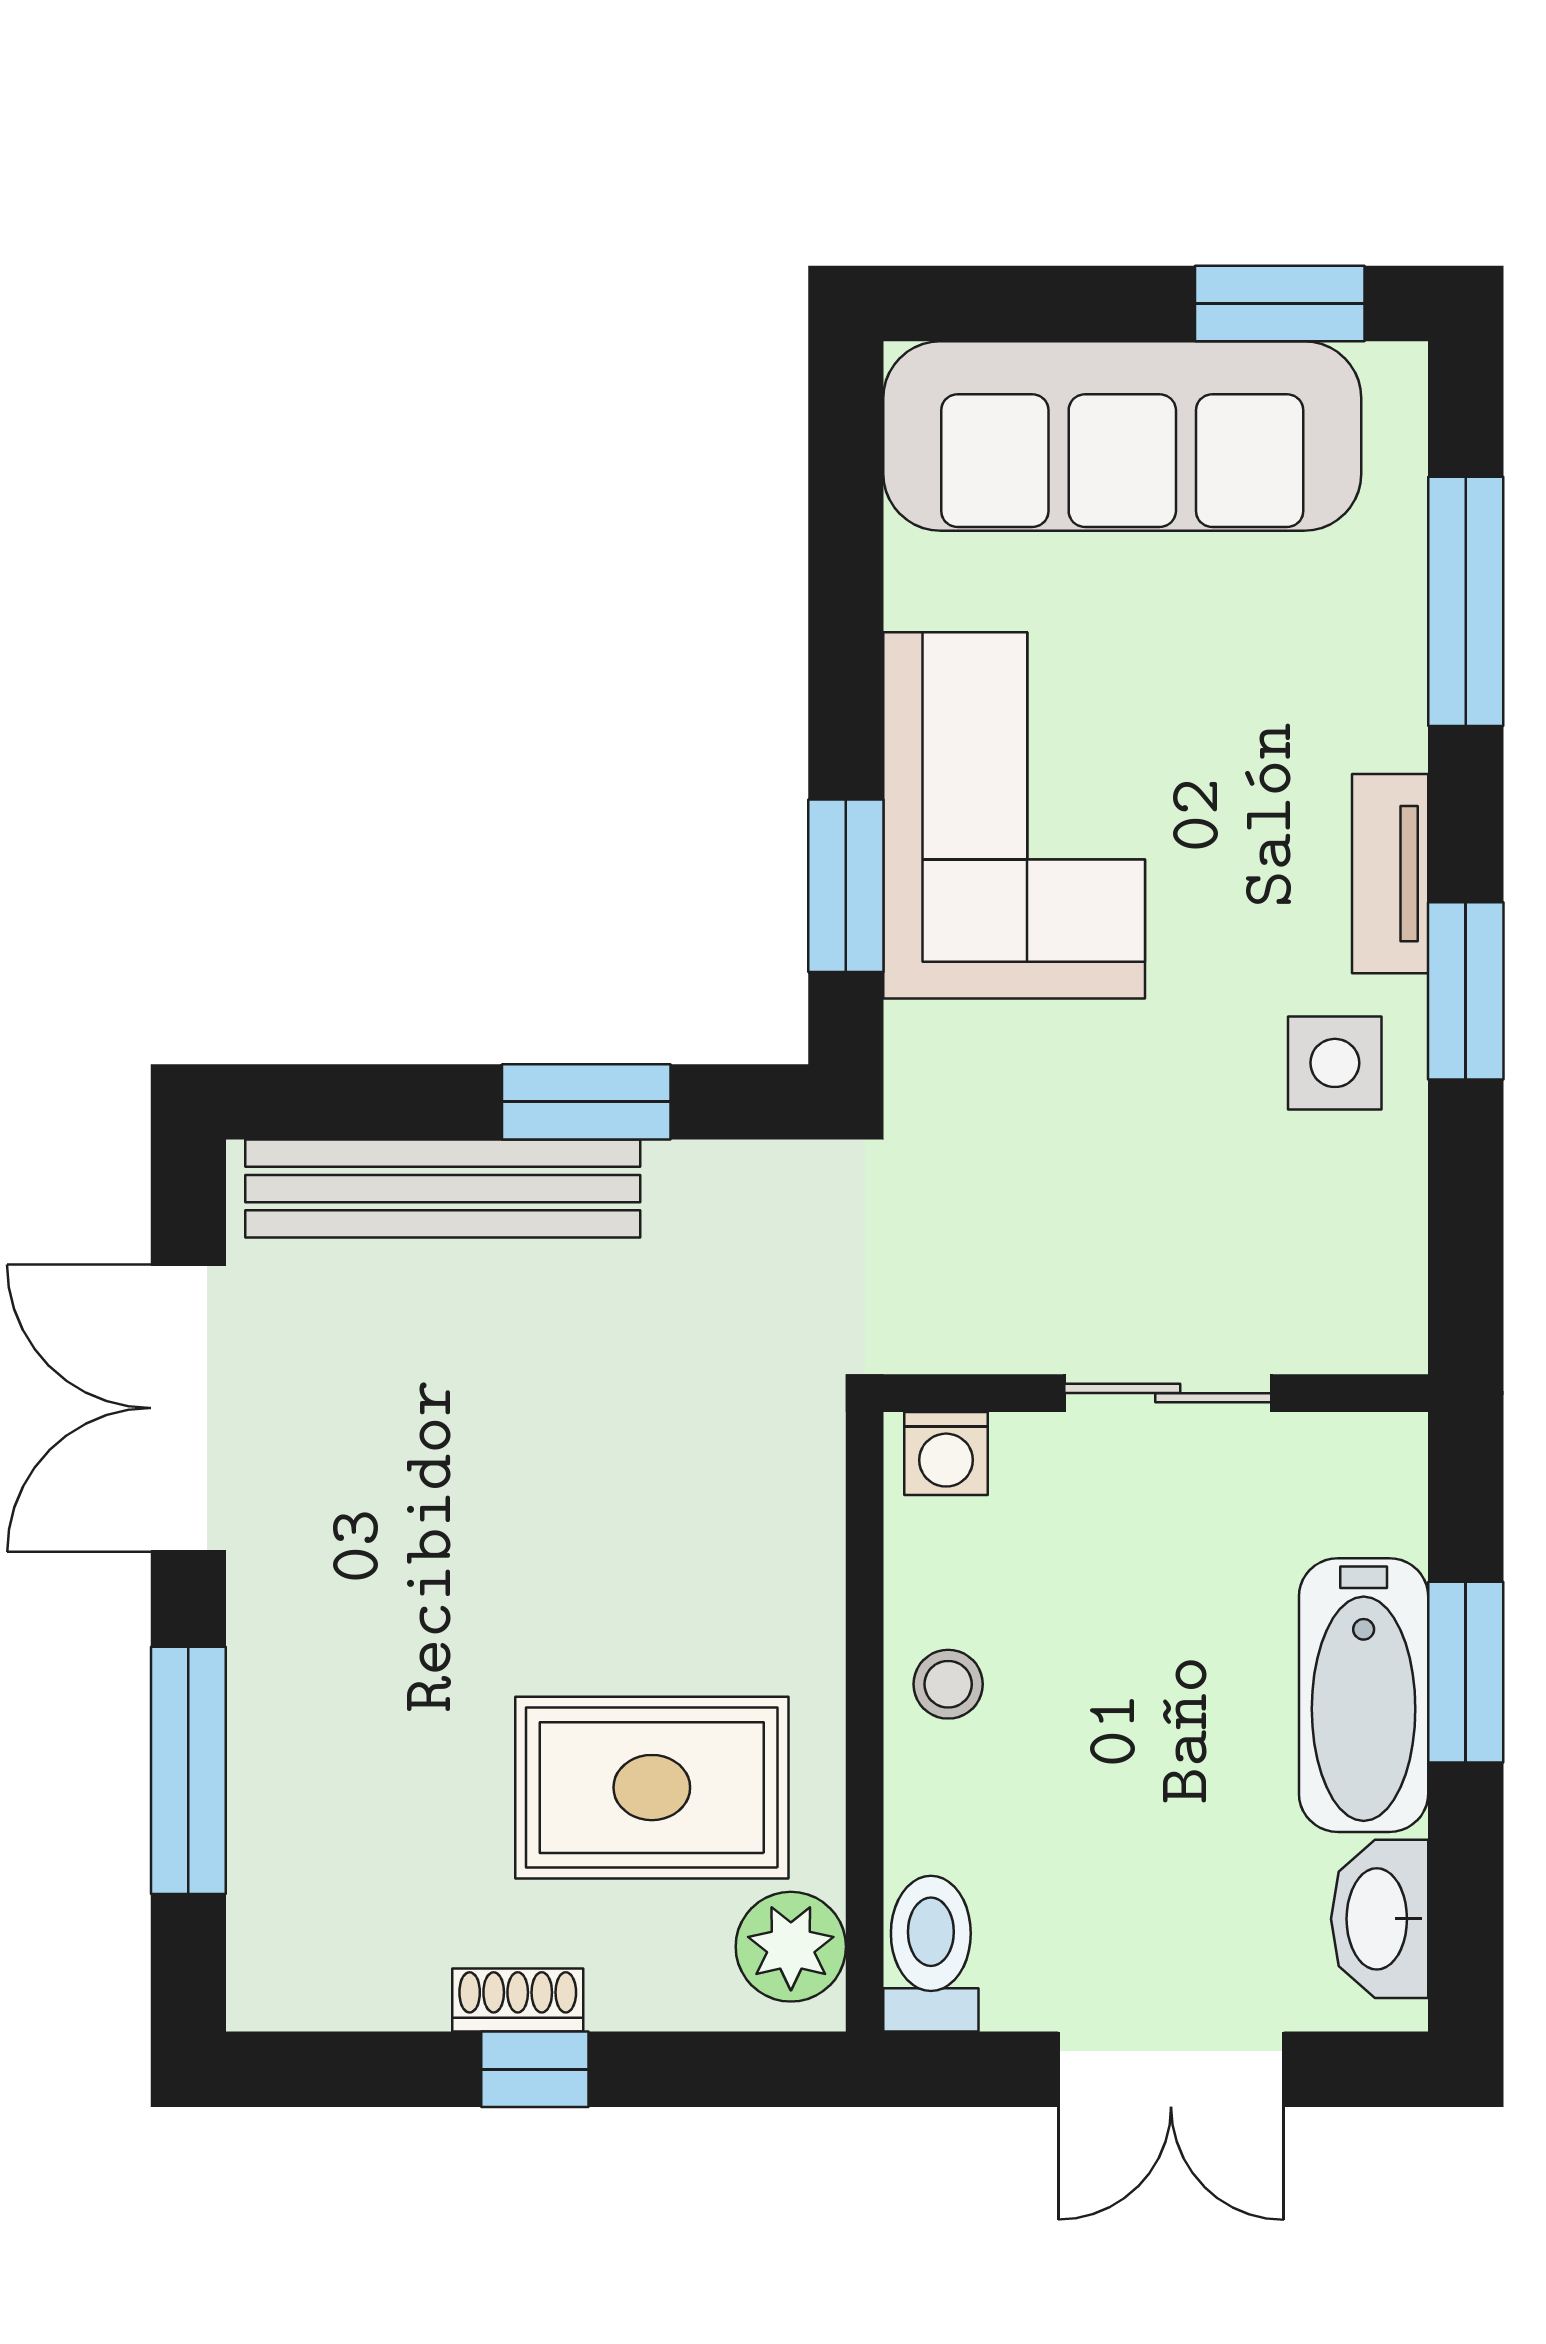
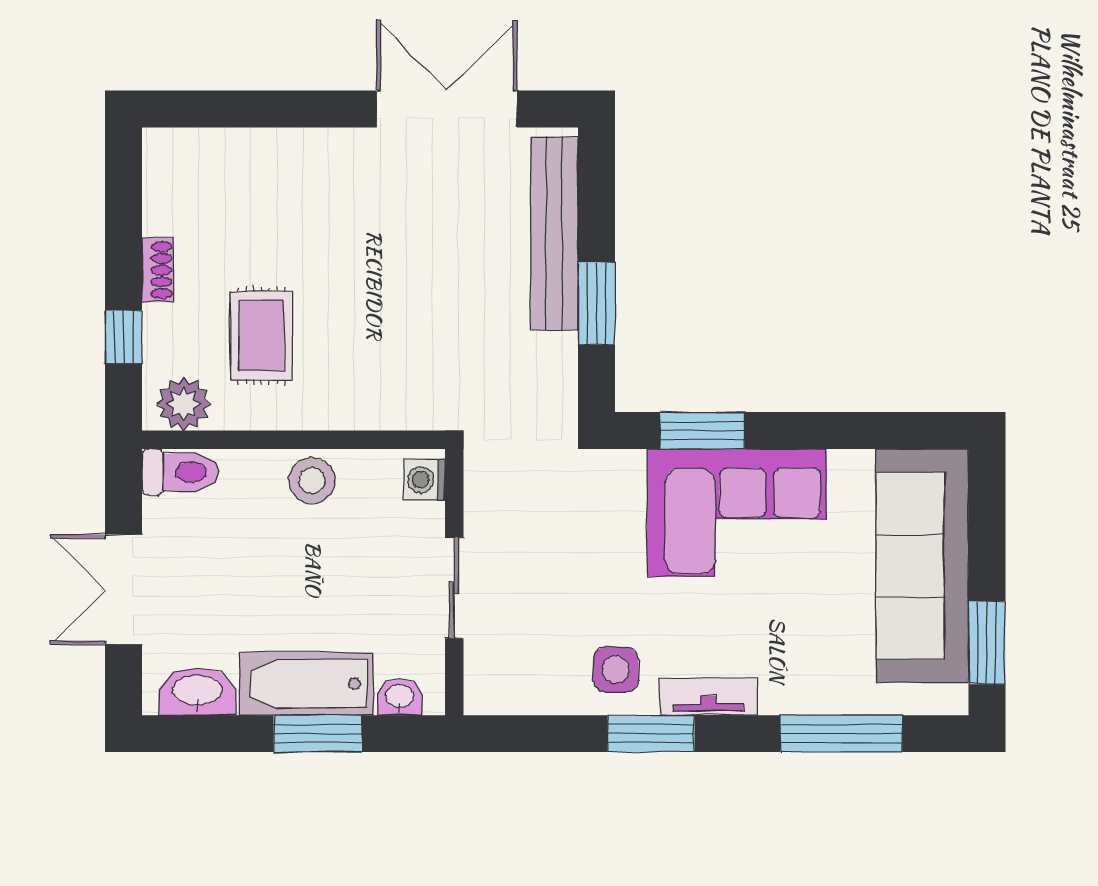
washbasin: (1391, 1504) -> (400, 697), added
stool: (948, 1684) -> (312, 481), width x1.37, depth x1.37
window: (188, 1770) -> (270, 109), removed
rug: (652, 1788) -> (261, 336), width x0.73, depth x0.70
window: (535, 2069) -> (124, 337), moved

